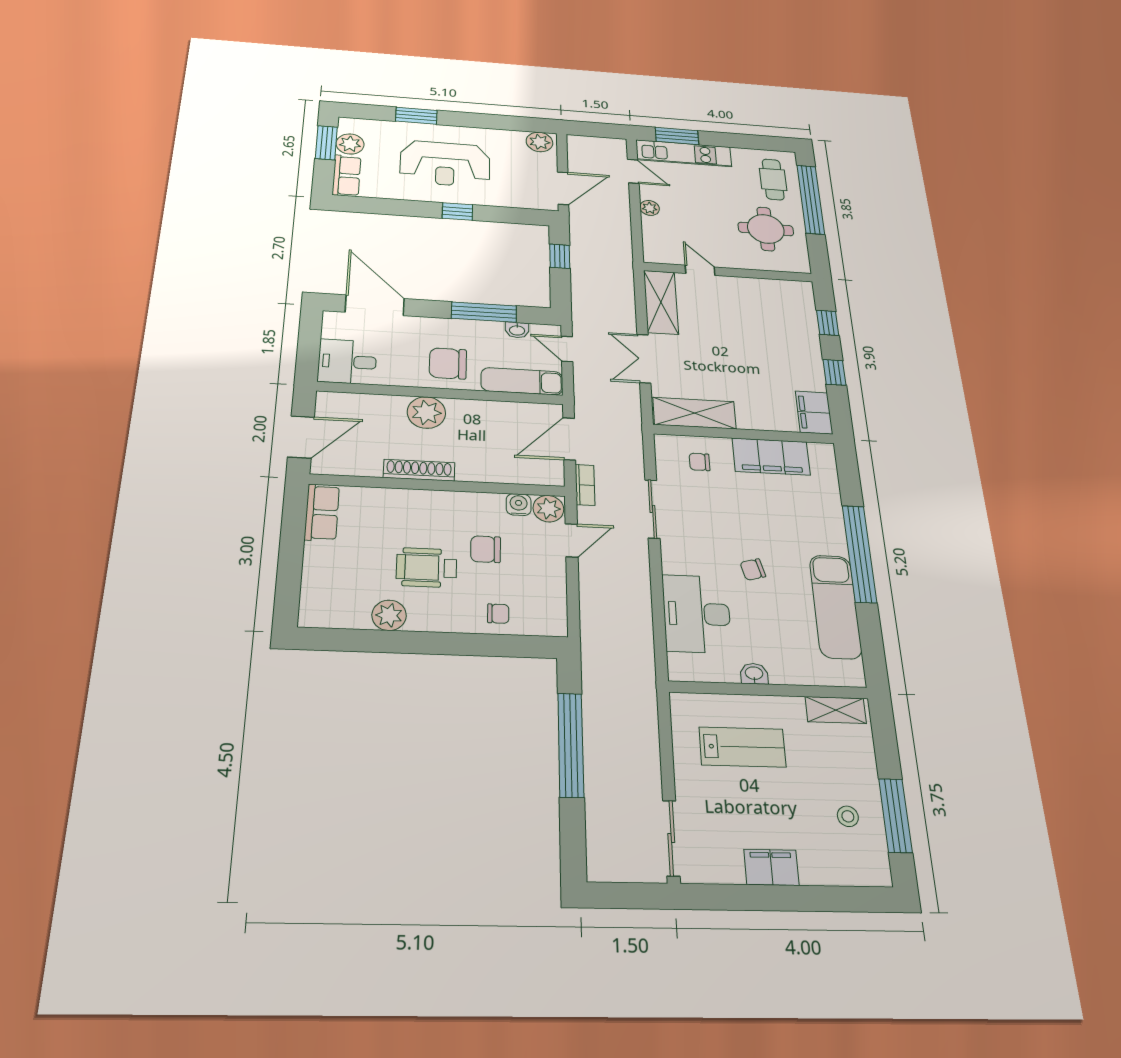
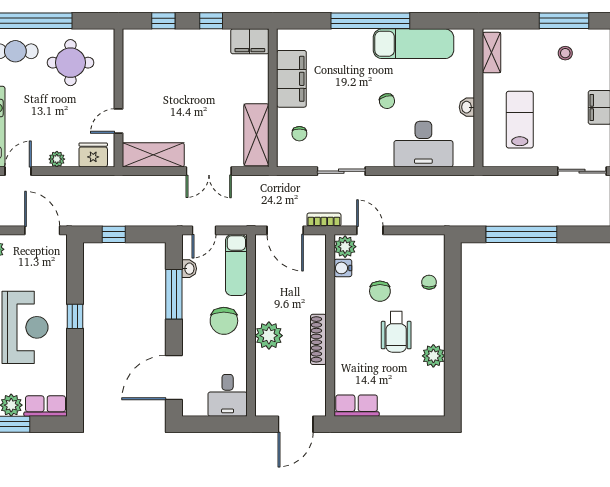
fridge: (657, 243) -> (93, 155), added
door: (301, 437) -> (296, 424), swing flipped

